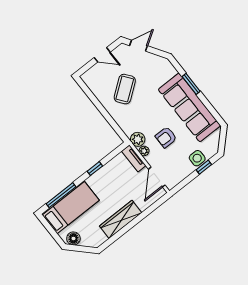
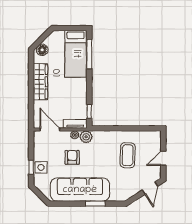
coffee table: (125, 89) -> (128, 155), turned 39
window: (95, 169) -> (89, 111), moved
floor lamp: (73, 238) -> (42, 50), moved

